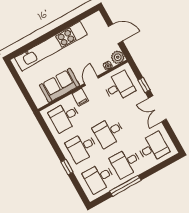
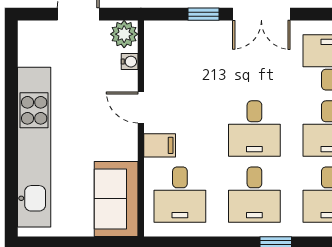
sofa: (60, 85) -> (116, 199), moved
desk: (119, 87) -> (180, 62), removed

